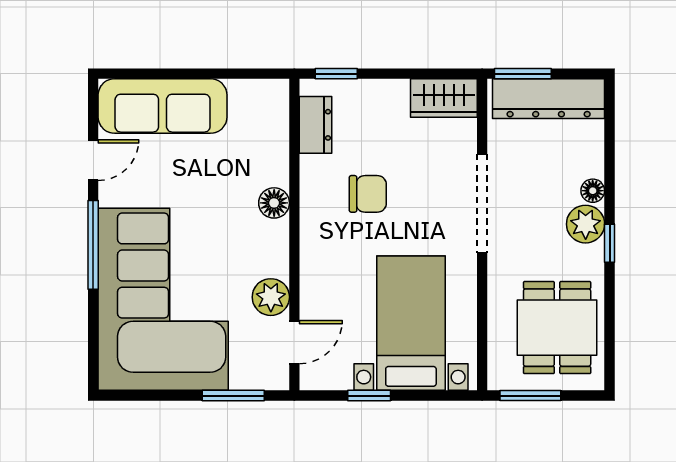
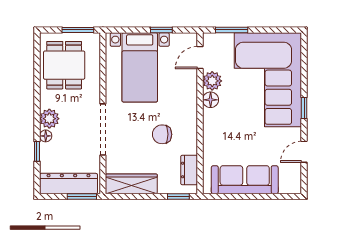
wardrobe: (444, 98) -> (131, 184), width x1.50
sofa: (163, 106) -> (245, 180), moved
floor lamp: (274, 203) -> (211, 100), moved
window: (610, 243) -> (37, 151), moved
window: (93, 245) -> (304, 108), width x0.46

